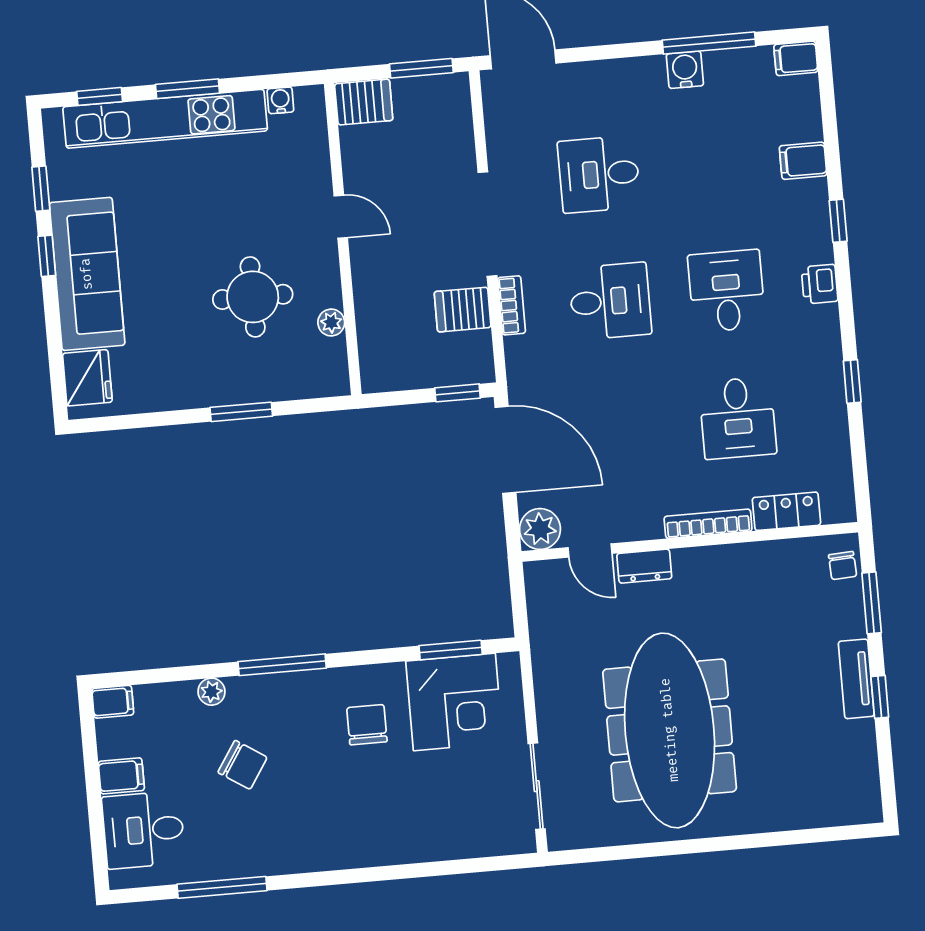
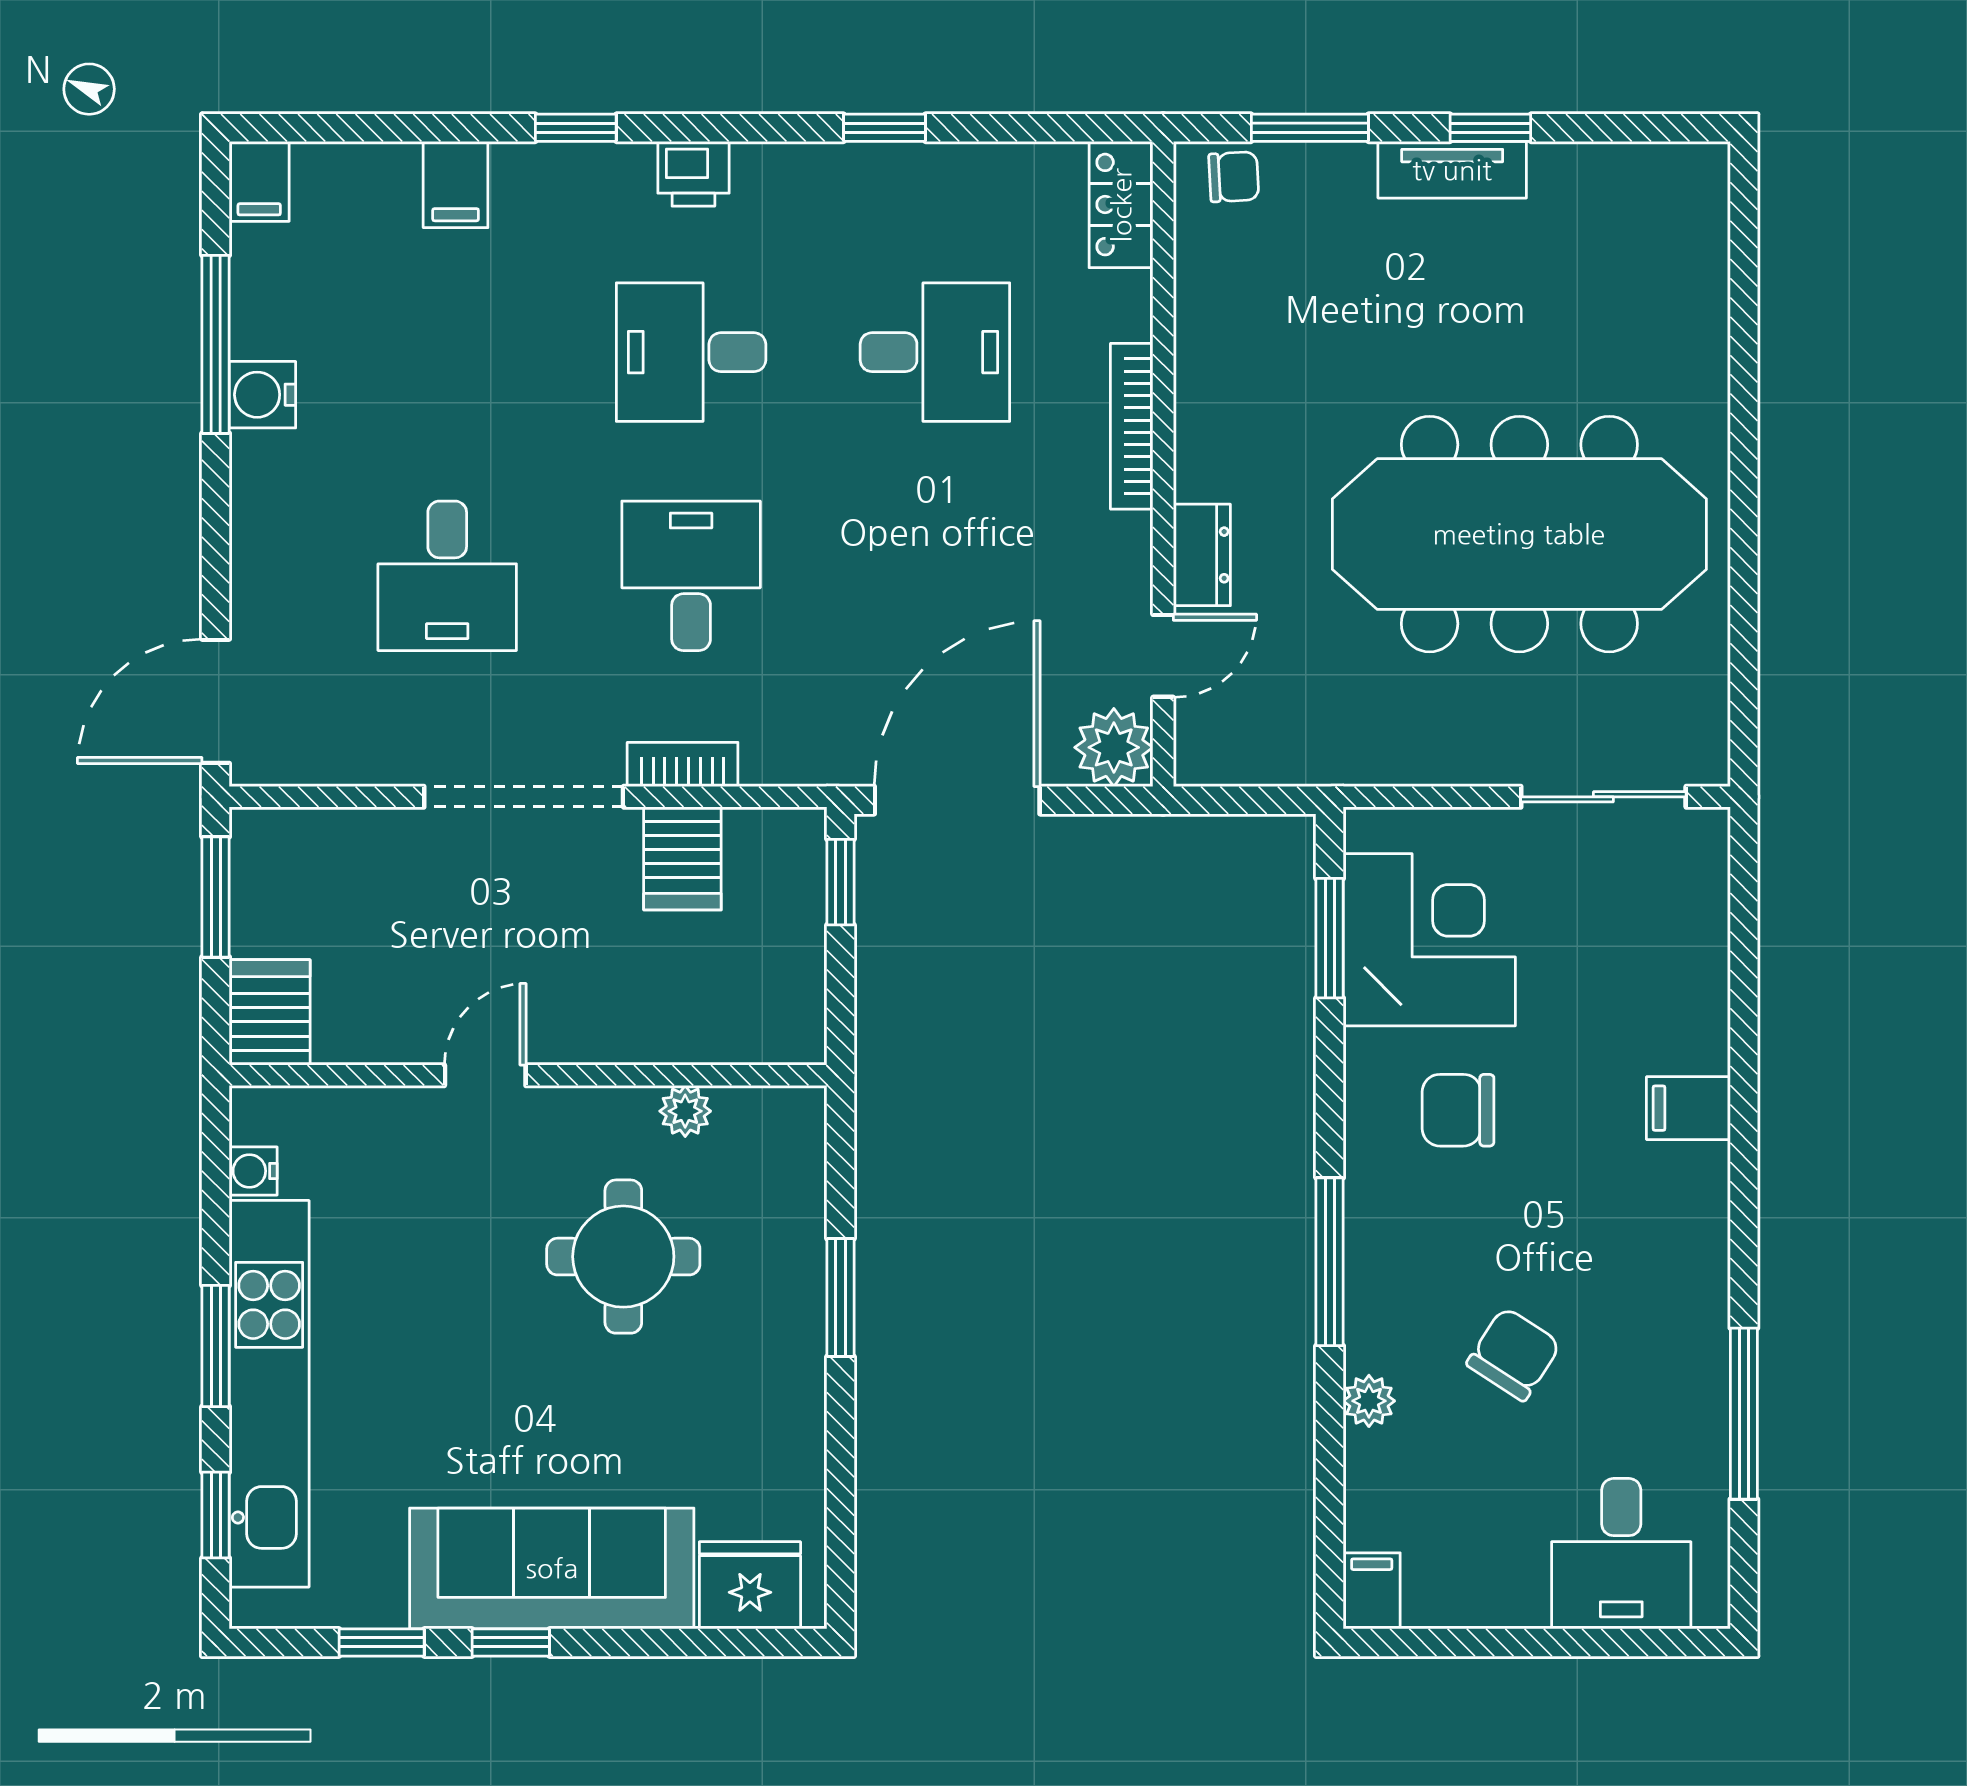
locker: (786, 511) -> (1121, 205), moved
filing cabinet: (121, 776) -> (1688, 1108), moved, turned -90

